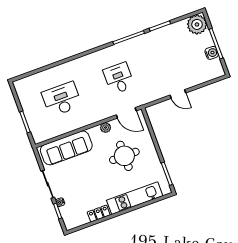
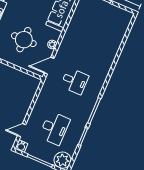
water cooler: (212, 53) -> (21, 146), moved
door: (178, 94) -> (22, 130), moved
desk: (62, 99) -> (54, 128), moved

